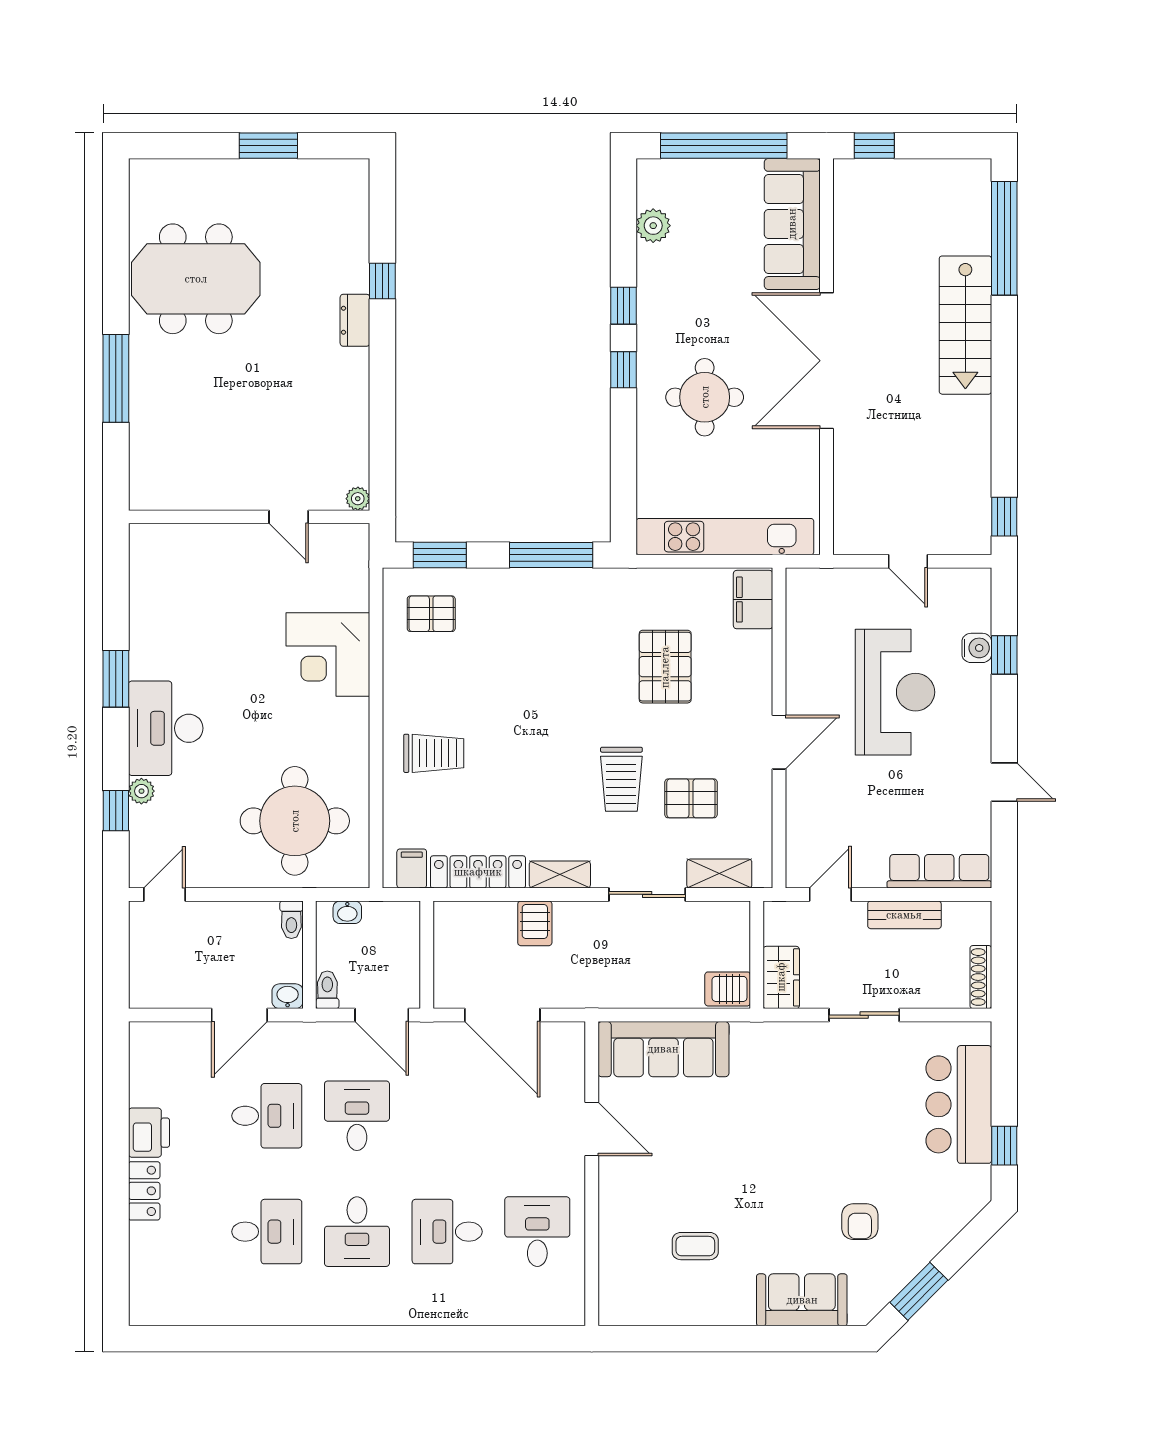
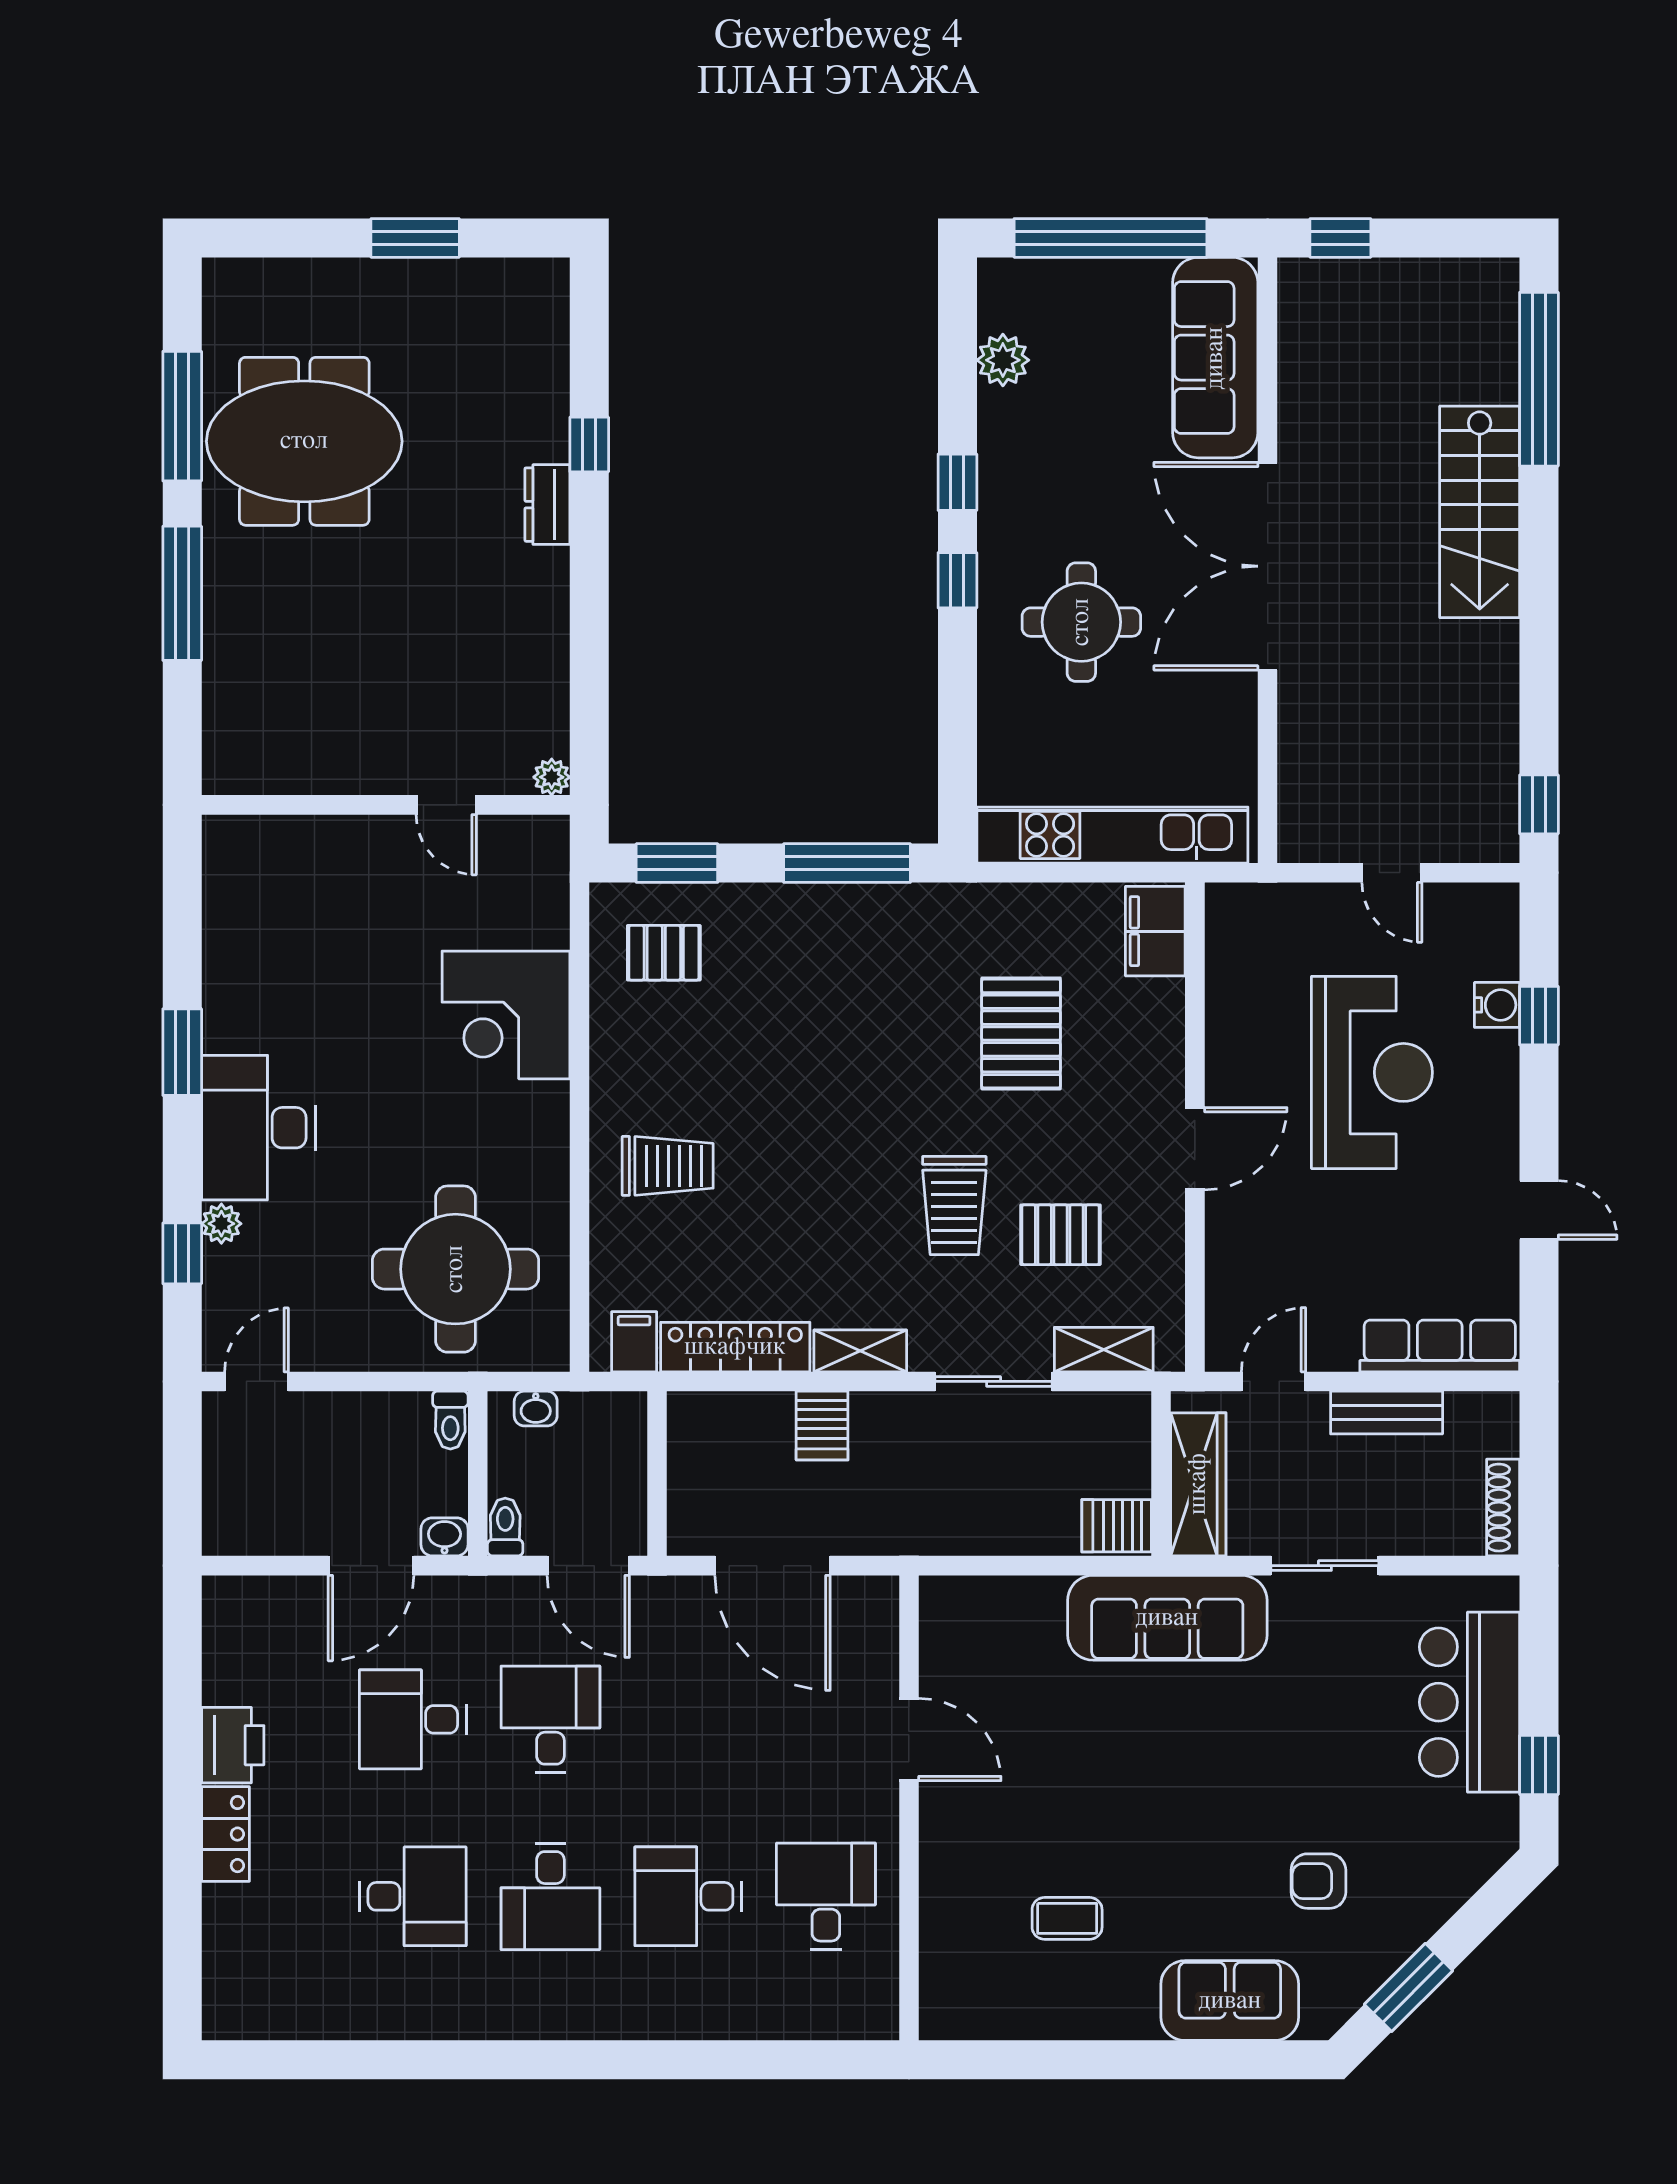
window: (116, 262) -> (182, 416), added
wardrobe: (781, 977) -> (1198, 1484), width x1.50
sofa: (663, 1049) -> (1167, 1618), moved
desk: (267, 1116) -> (413, 1719), turned 180
armchair: (860, 1222) -> (1318, 1881), turned 90

